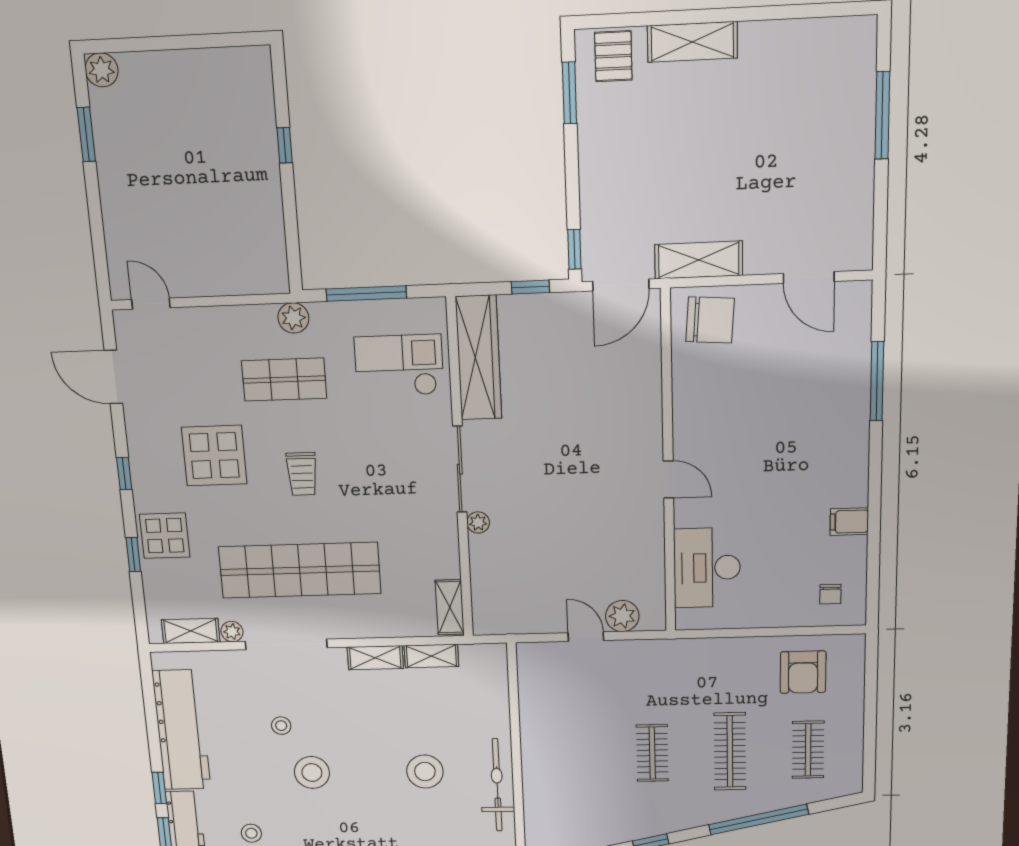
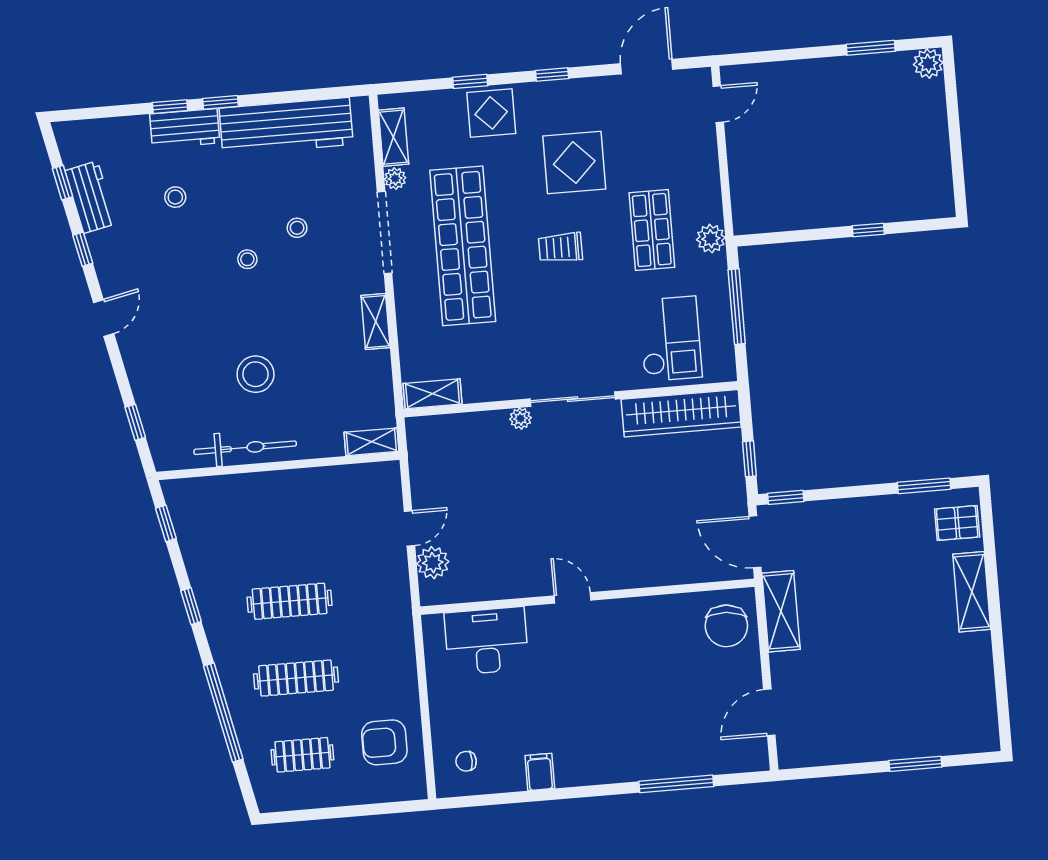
window: (882, 115) -> (915, 764), width x0.69
door: (668, 479) -> (573, 598), swing flipped
shelving: (431, 656) -> (371, 442), moved, turned 90
clothes rail: (652, 753) -> (290, 601), width x1.36
stool: (312, 772) -> (247, 259), width x0.53, depth x0.53

